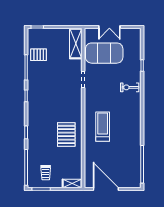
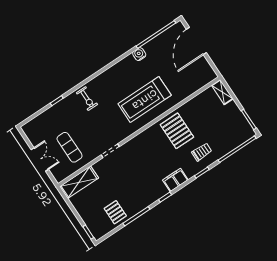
exercise mat: (104, 53) -> (70, 147), width x0.50, depth x0.69
filing cabinet: (33, 111) -> (175, 180), added
treadmill: (103, 127) -> (145, 100), width x1.37, depth x1.38
pallet: (66, 134) -> (177, 131), turned 90
water cooler: (136, 144) -> (139, 54), added
trolley: (46, 173) -> (202, 152), moved
door: (106, 189) -> (196, 41), moved

